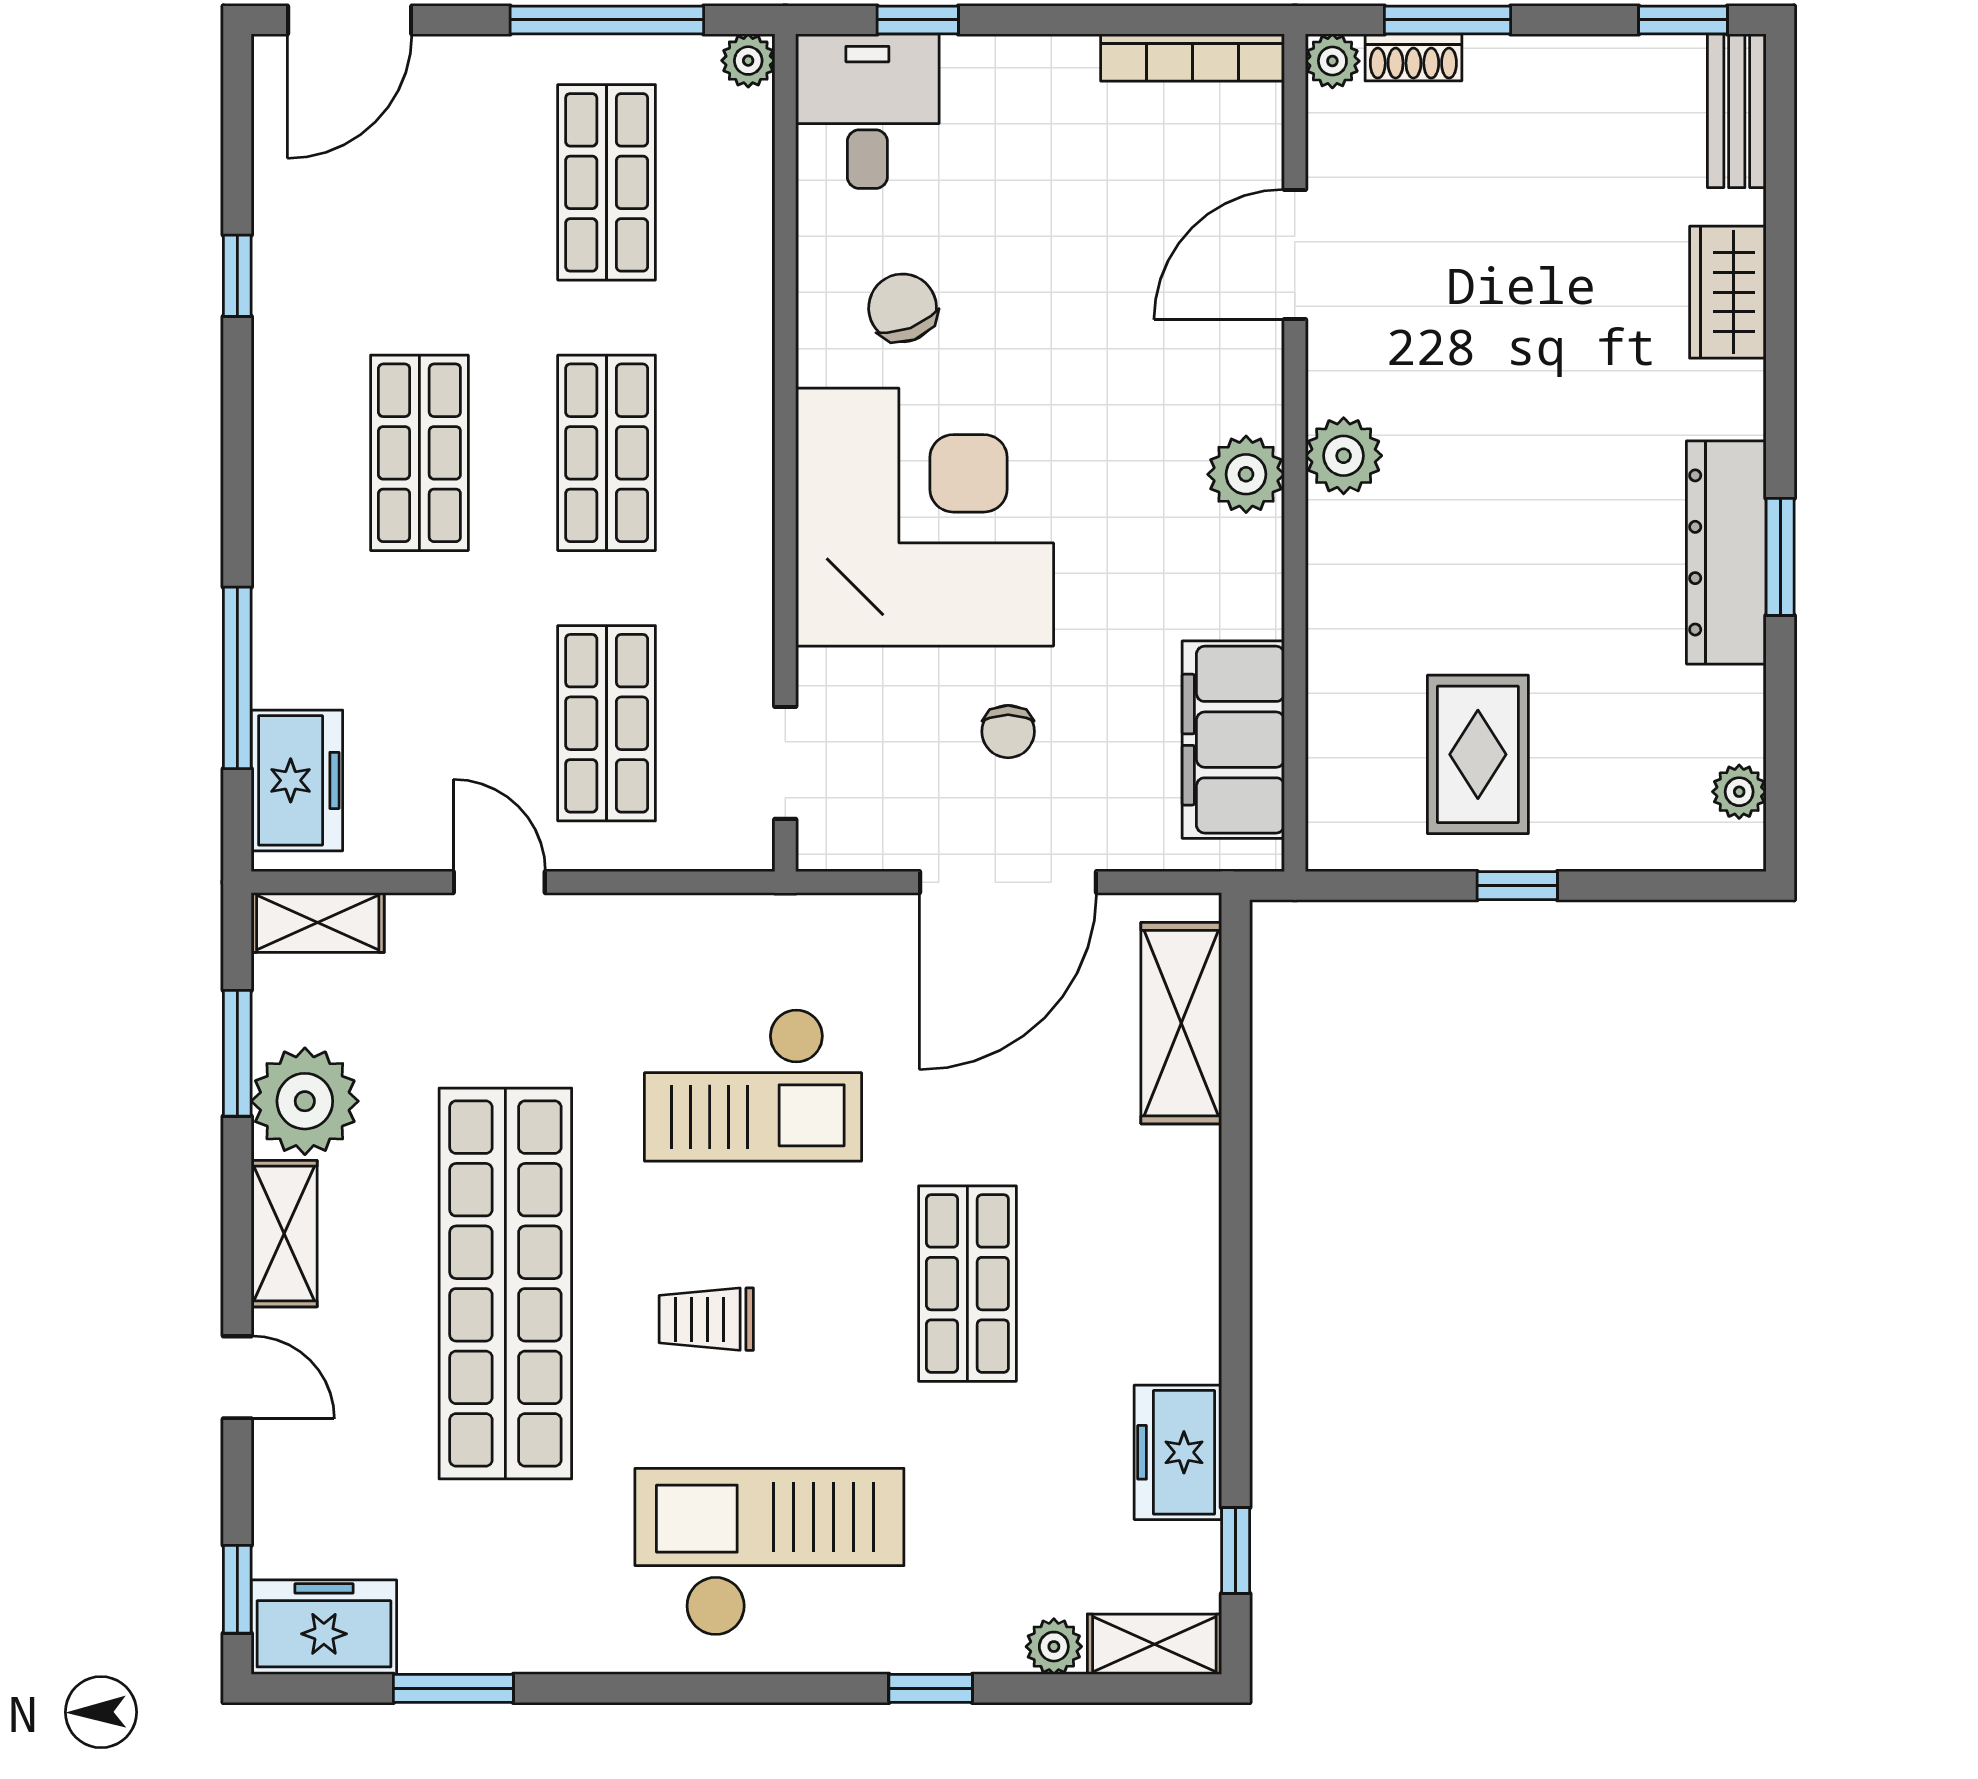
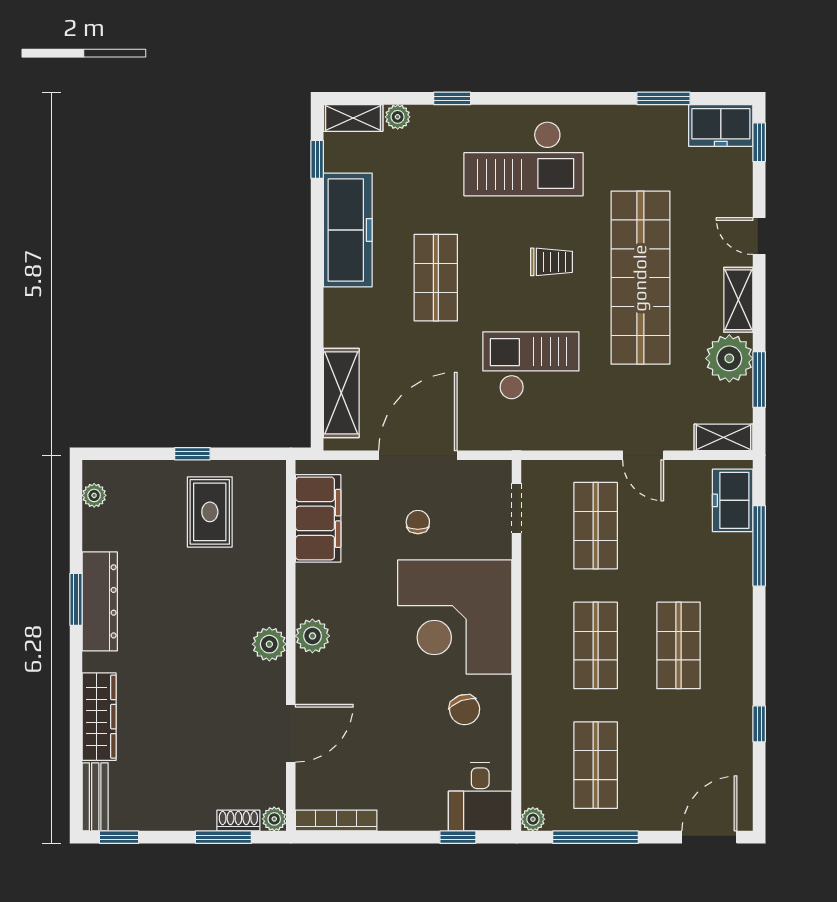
wardrobe: (1728, 292) -> (99, 717), width x1.50
freezer: (1178, 1452) -> (348, 230), width x1.91, depth x1.26

